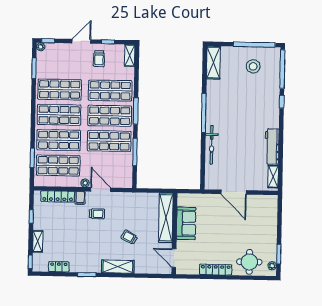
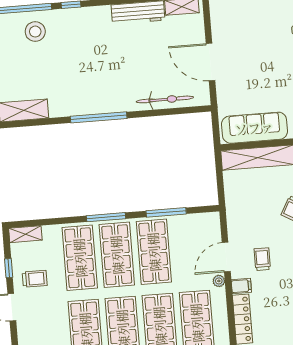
stool: (253, 66) -> (35, 32), moved
bicycle: (212, 145) -> (165, 99), moved
door: (234, 192) -> (210, 62), swing flipped
sofa: (186, 223) -> (254, 128), width x1.36

